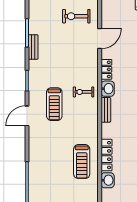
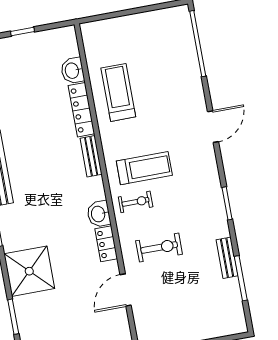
exercise bike: (76, 16) -> (159, 247), moved
treadmill: (54, 104) -> (144, 168), moved, turned 90
bench: (106, 110) -> (91, 156), moved
door: (27, 116) -> (213, 127), moved

